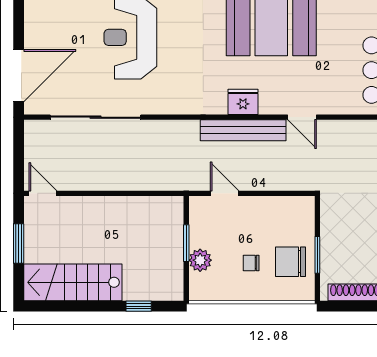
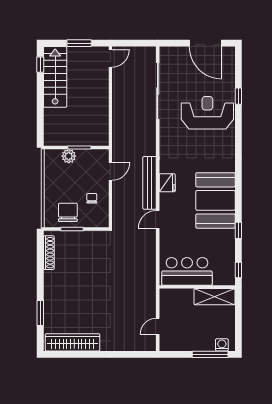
door: (19, 76) -> (205, 43), moved
chair: (251, 263) -> (92, 198), moved
window: (139, 306) -> (40, 65), moved

